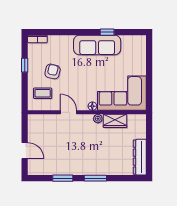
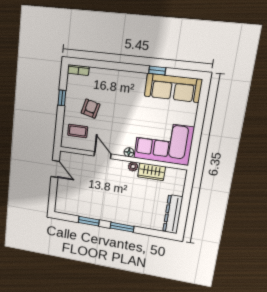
sofa: (97, 45) -> (173, 88), moved
door: (25, 151) -> (55, 169), moved

